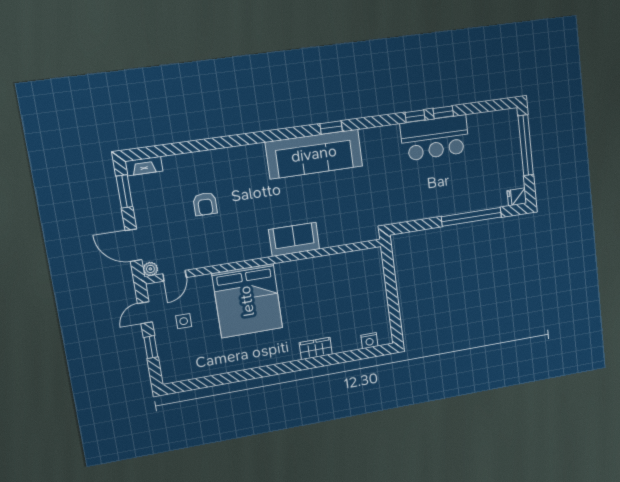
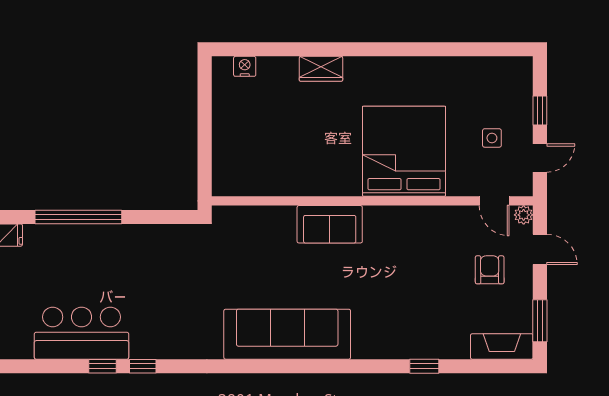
window: (331, 128) -> (424, 366), moved
bar counter: (435, 138) -> (82, 333), moved
fireplace: (144, 166) -> (502, 346), width x1.37, depth x1.32
armchair: (205, 204) -> (490, 270), moved
door: (134, 245) -> (540, 249), width x0.73
door: (175, 276) -> (494, 201), swing flipped

